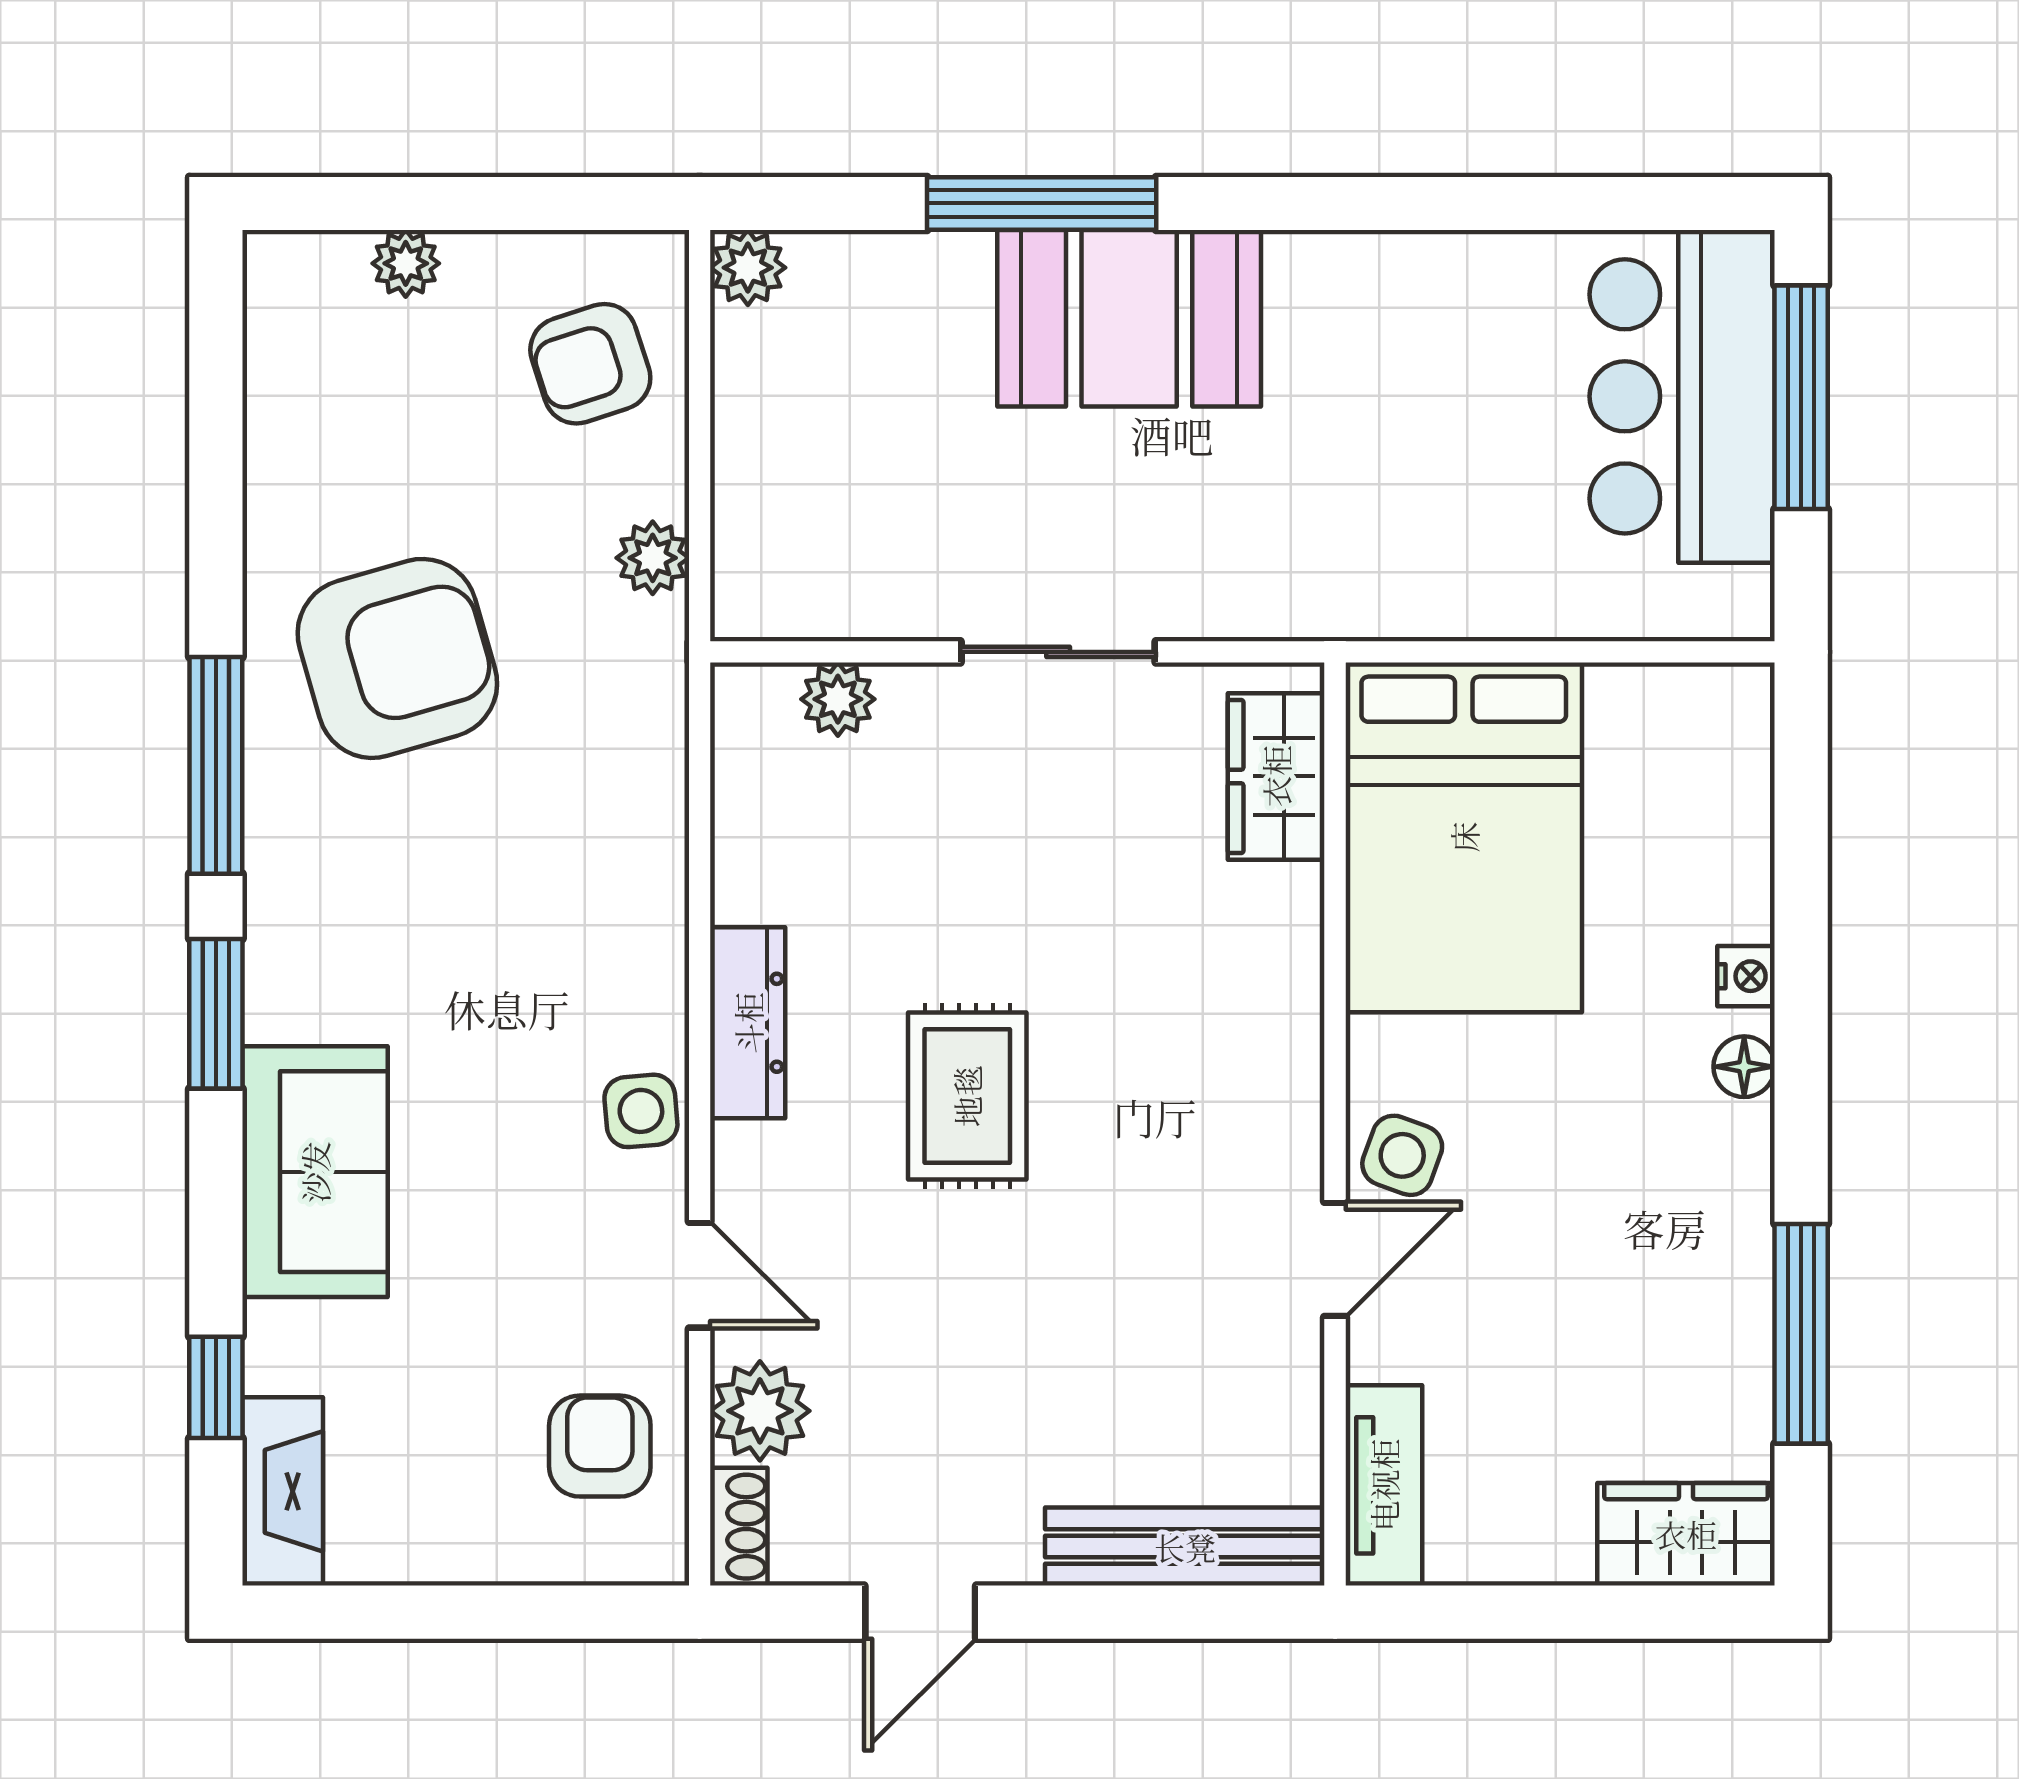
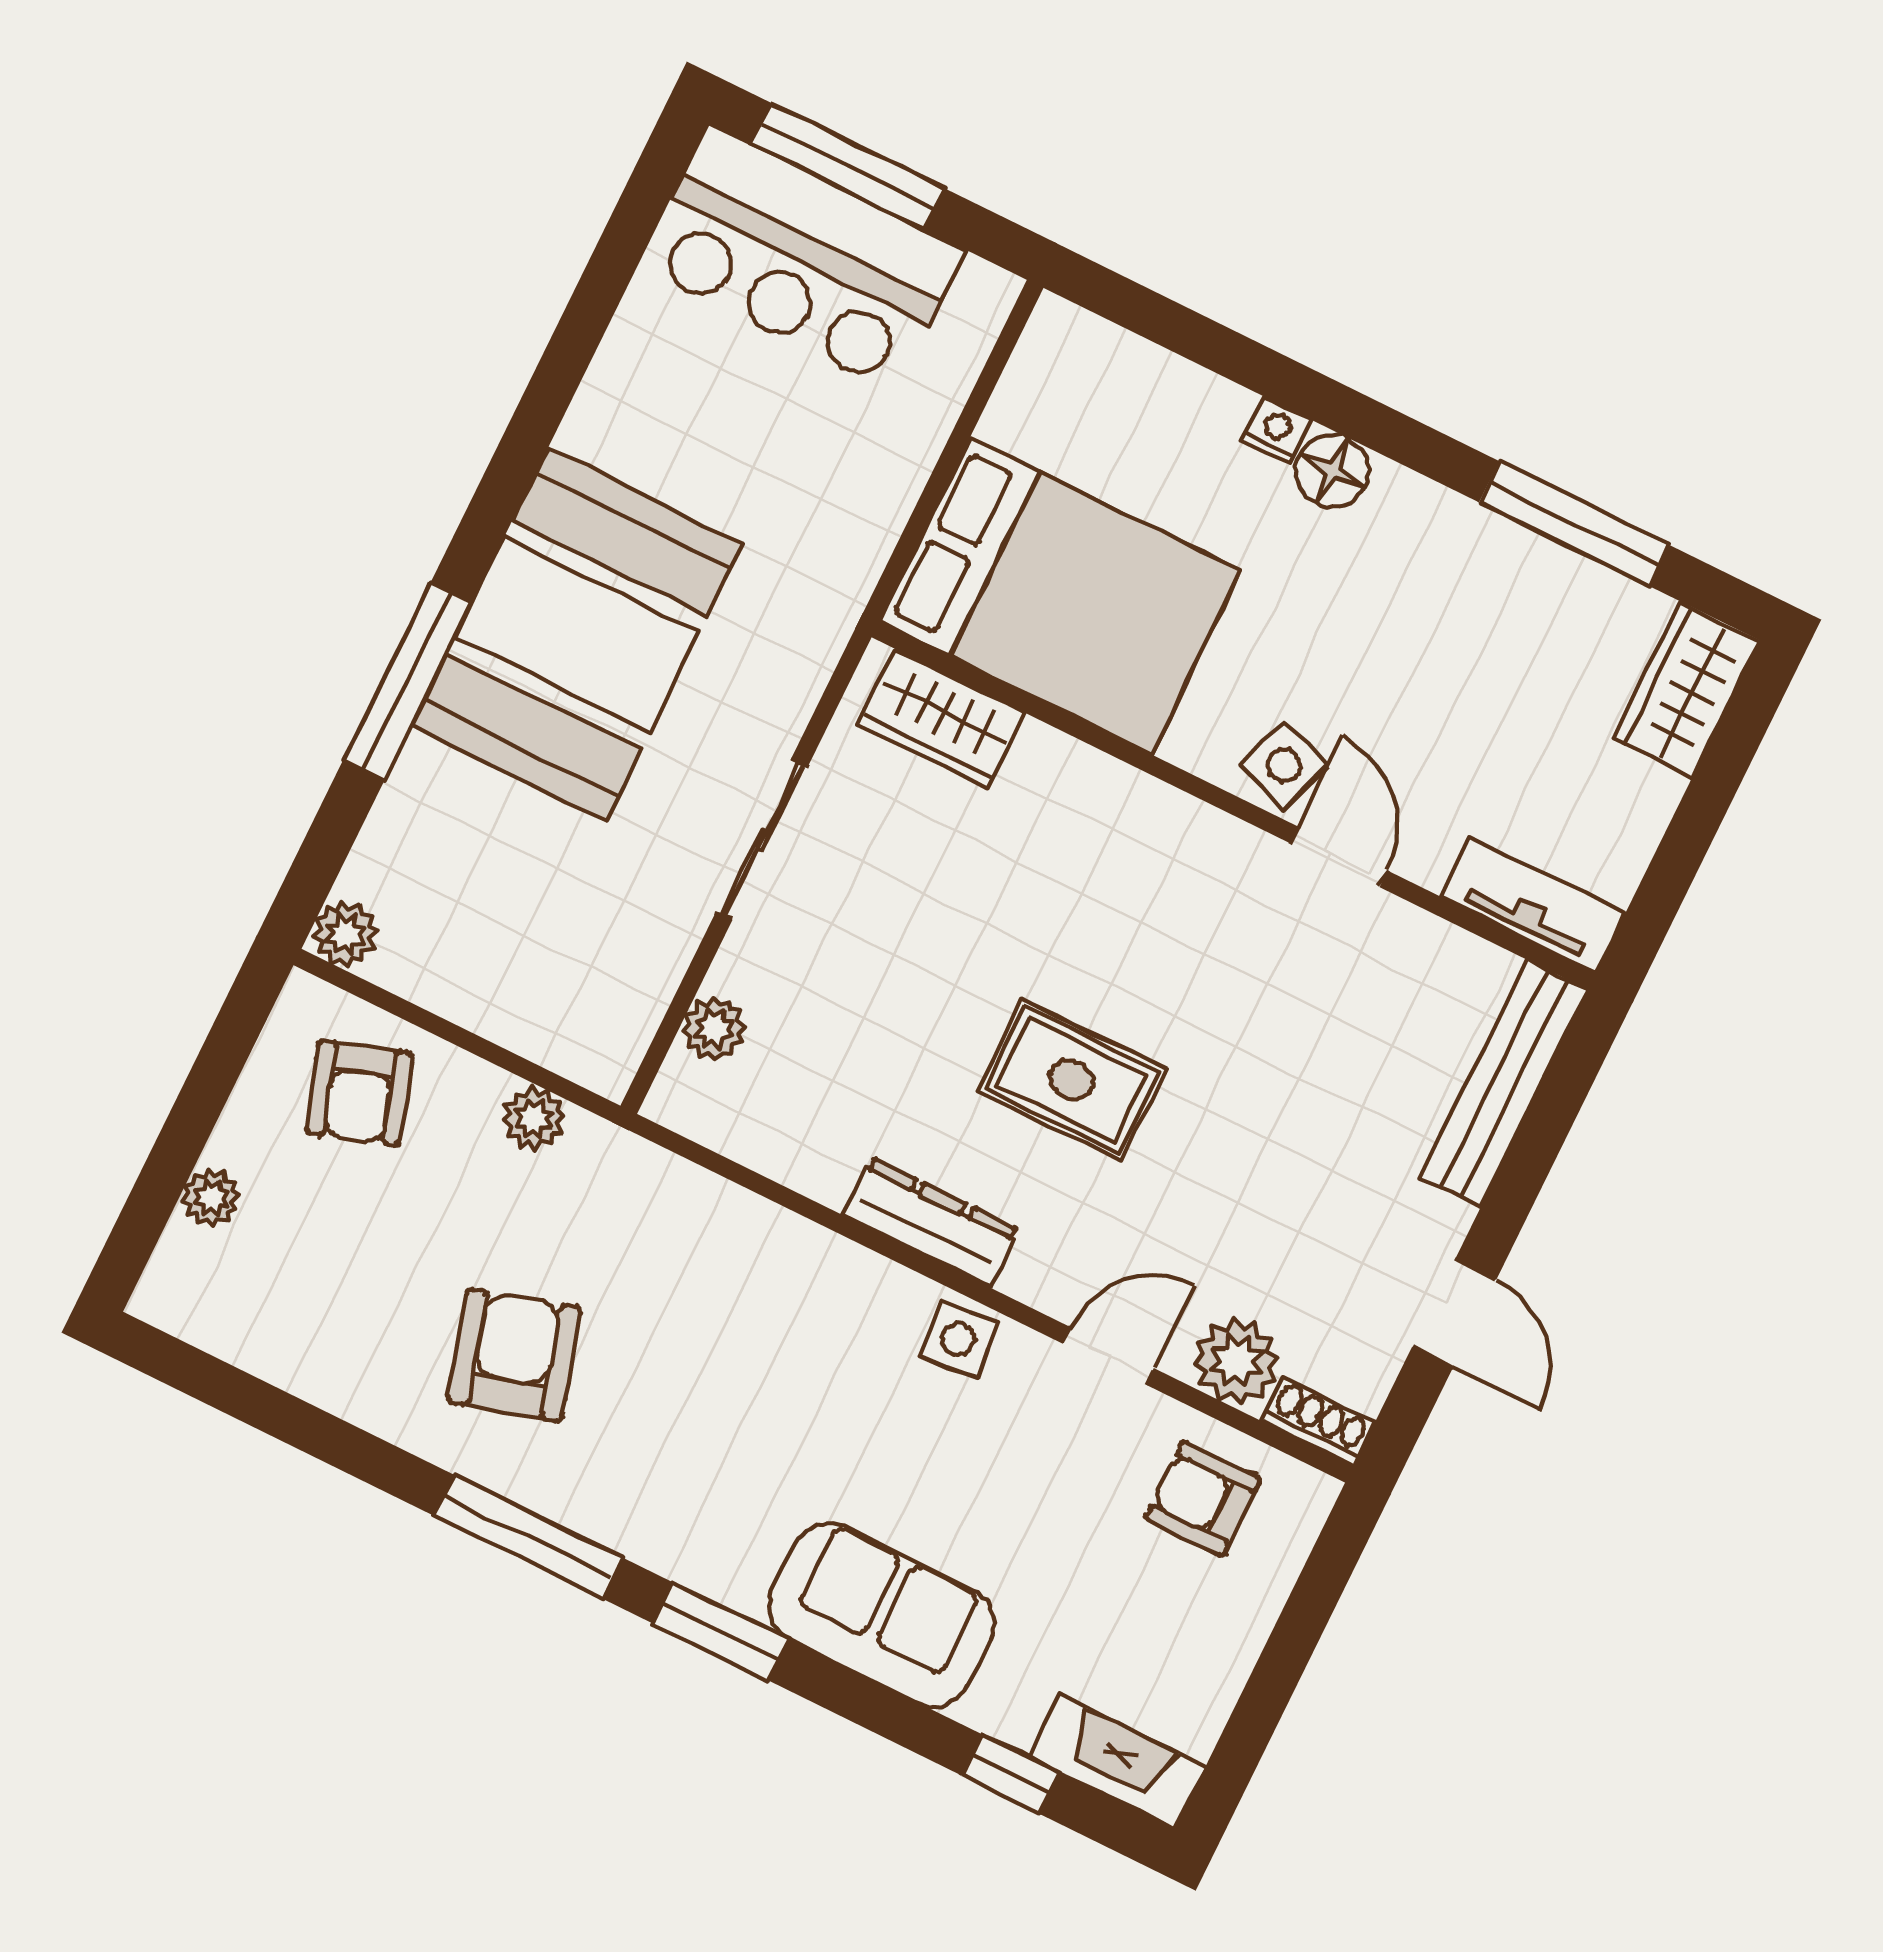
booth: (1129, 318) -> (577, 635), width x1.36, depth x1.42
armchair: (397, 658) -> (514, 1355), width x0.73, depth x0.73
floor lamp: (1744, 1067) -> (1332, 470), width x1.37, depth x1.37

